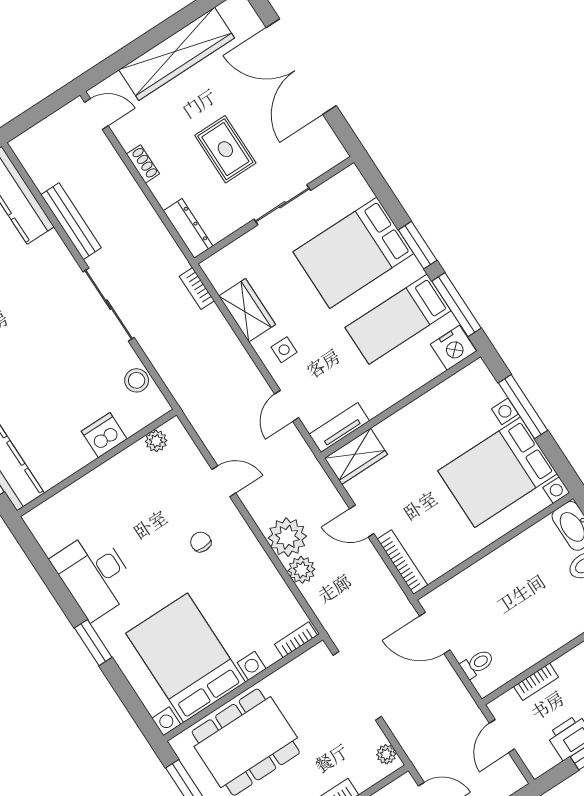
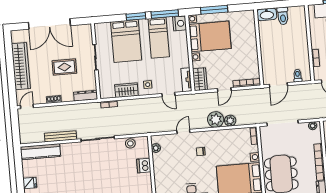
bed with nightstands: (498, 472) -> (210, 36), moved, turned -90

